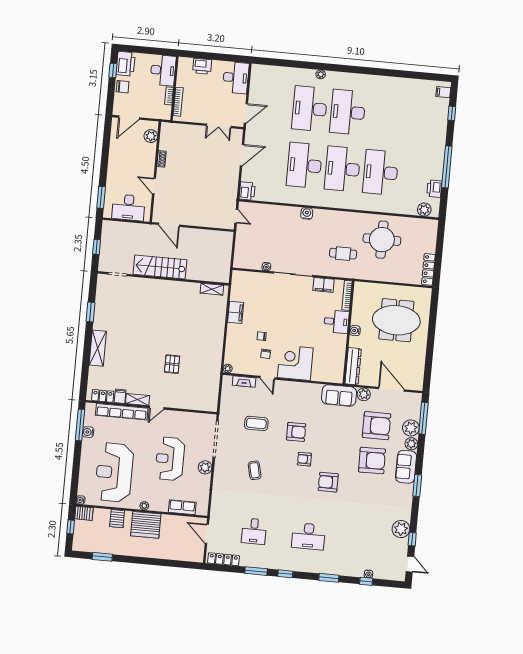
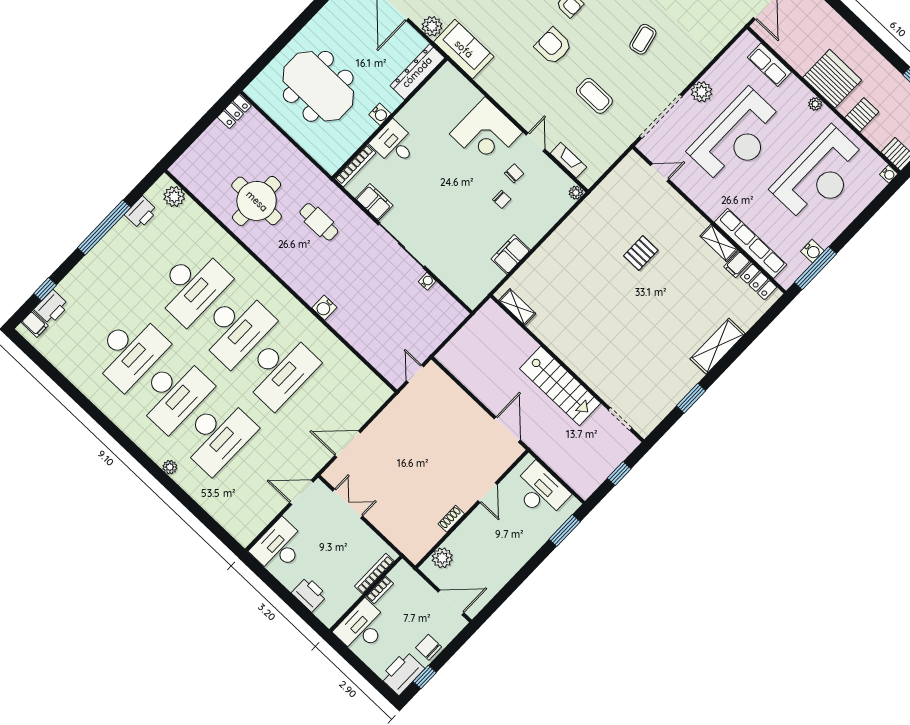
desk: (386, 116) -> (129, 351), added
printer: (247, 191) -> (51, 307), moved, turned 180
locker: (428, 269) -> (234, 111), width x0.66
door: (157, 408) -> (660, 172), moved
reception desk: (170, 459) -> (737, 137), width x1.36, depth x1.30

